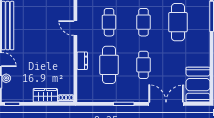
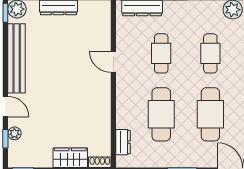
dresser: (82, 61) -> (123, 142), moved
cafe table: (144, 65) -> (210, 114), width x1.37, depth x1.35

